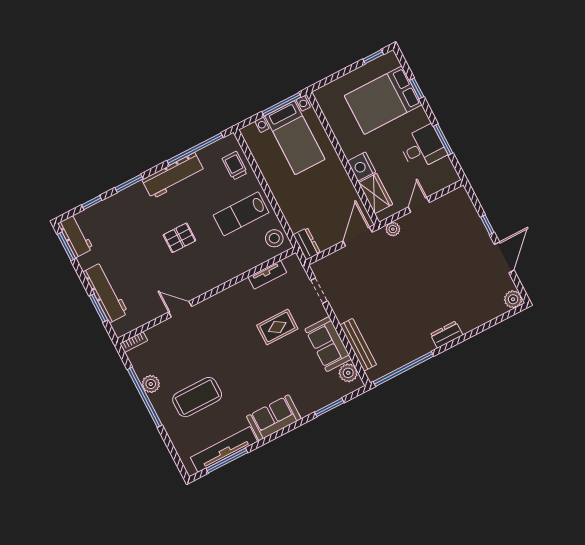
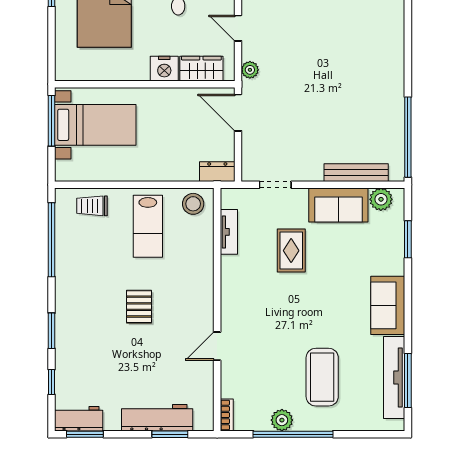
workbench: (173, 176) -> (68, 278), removed
dresser: (447, 335) -> (395, 71), removed

